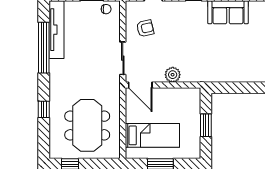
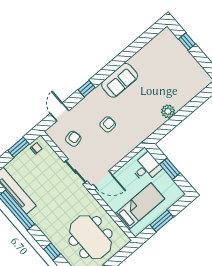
armchair: (185, 41) -> (108, 124), added
plant: (173, 75) -> (168, 111), moved
desk: (187, 107) -> (146, 168), added

